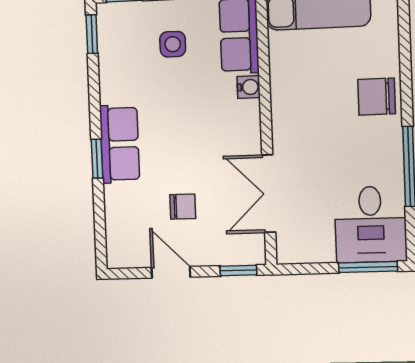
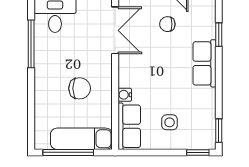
chair: (377, 97) -> (80, 88), moved
window: (97, 159) -> (219, 35), moved

